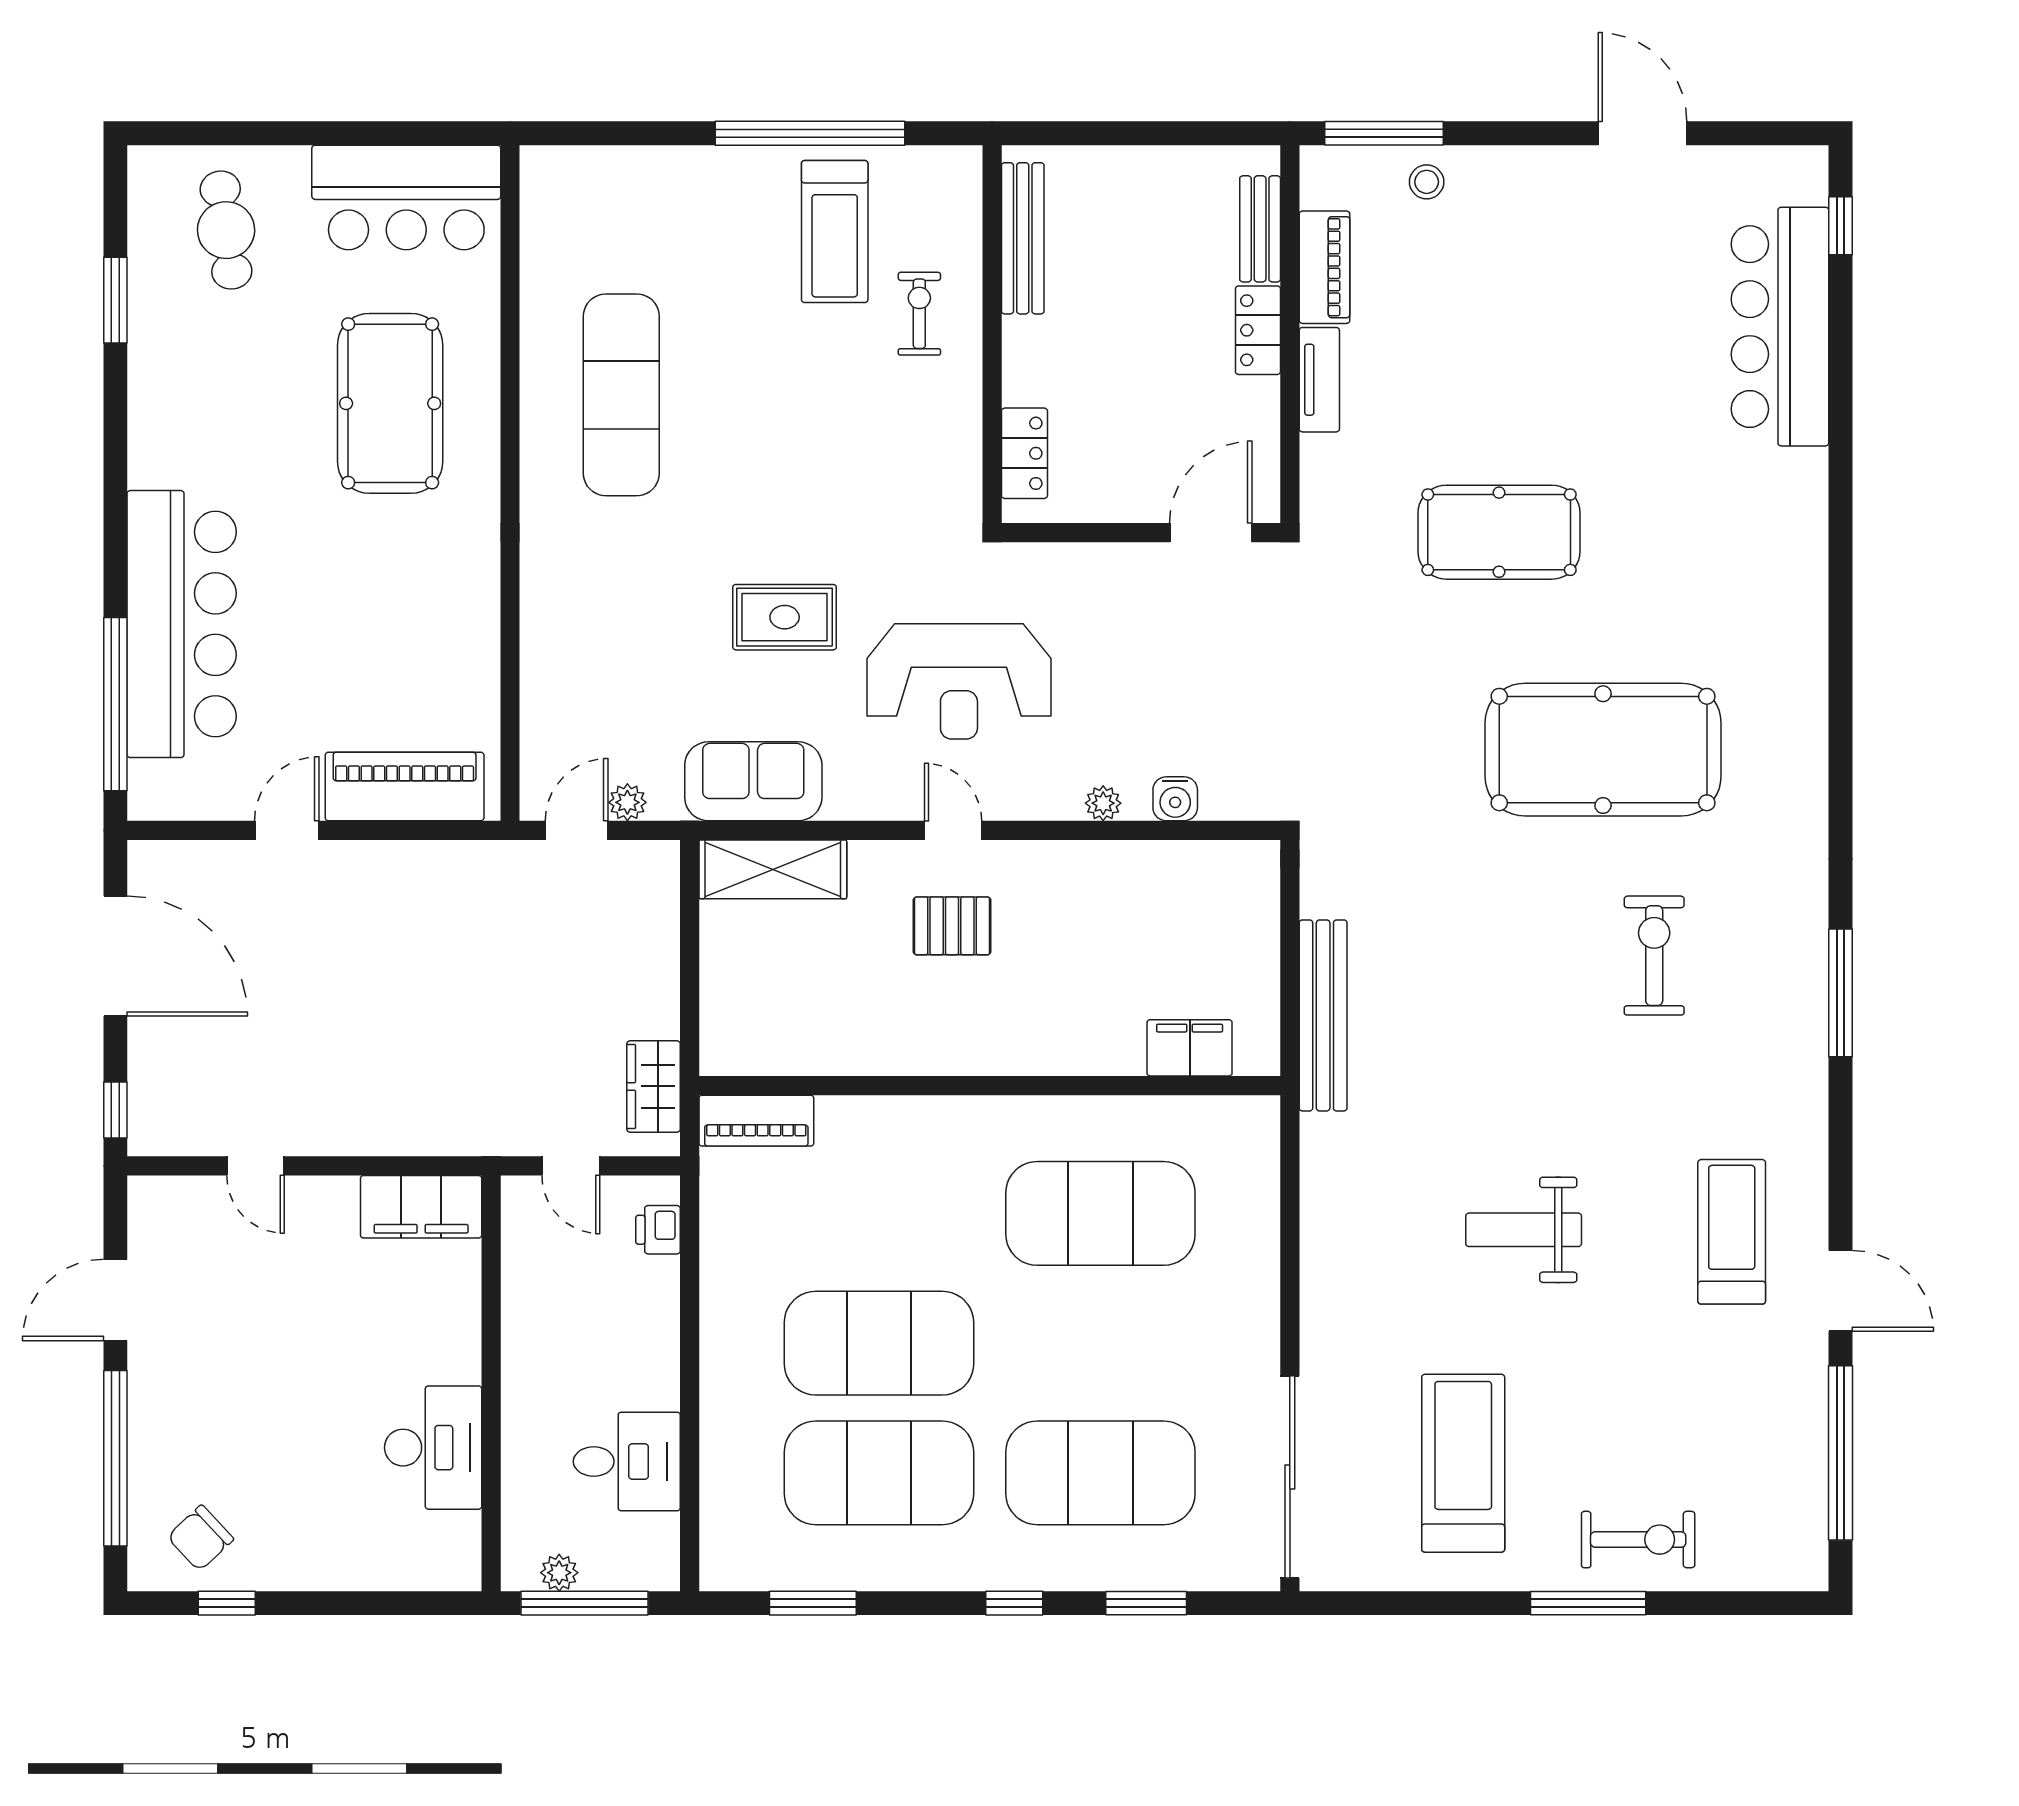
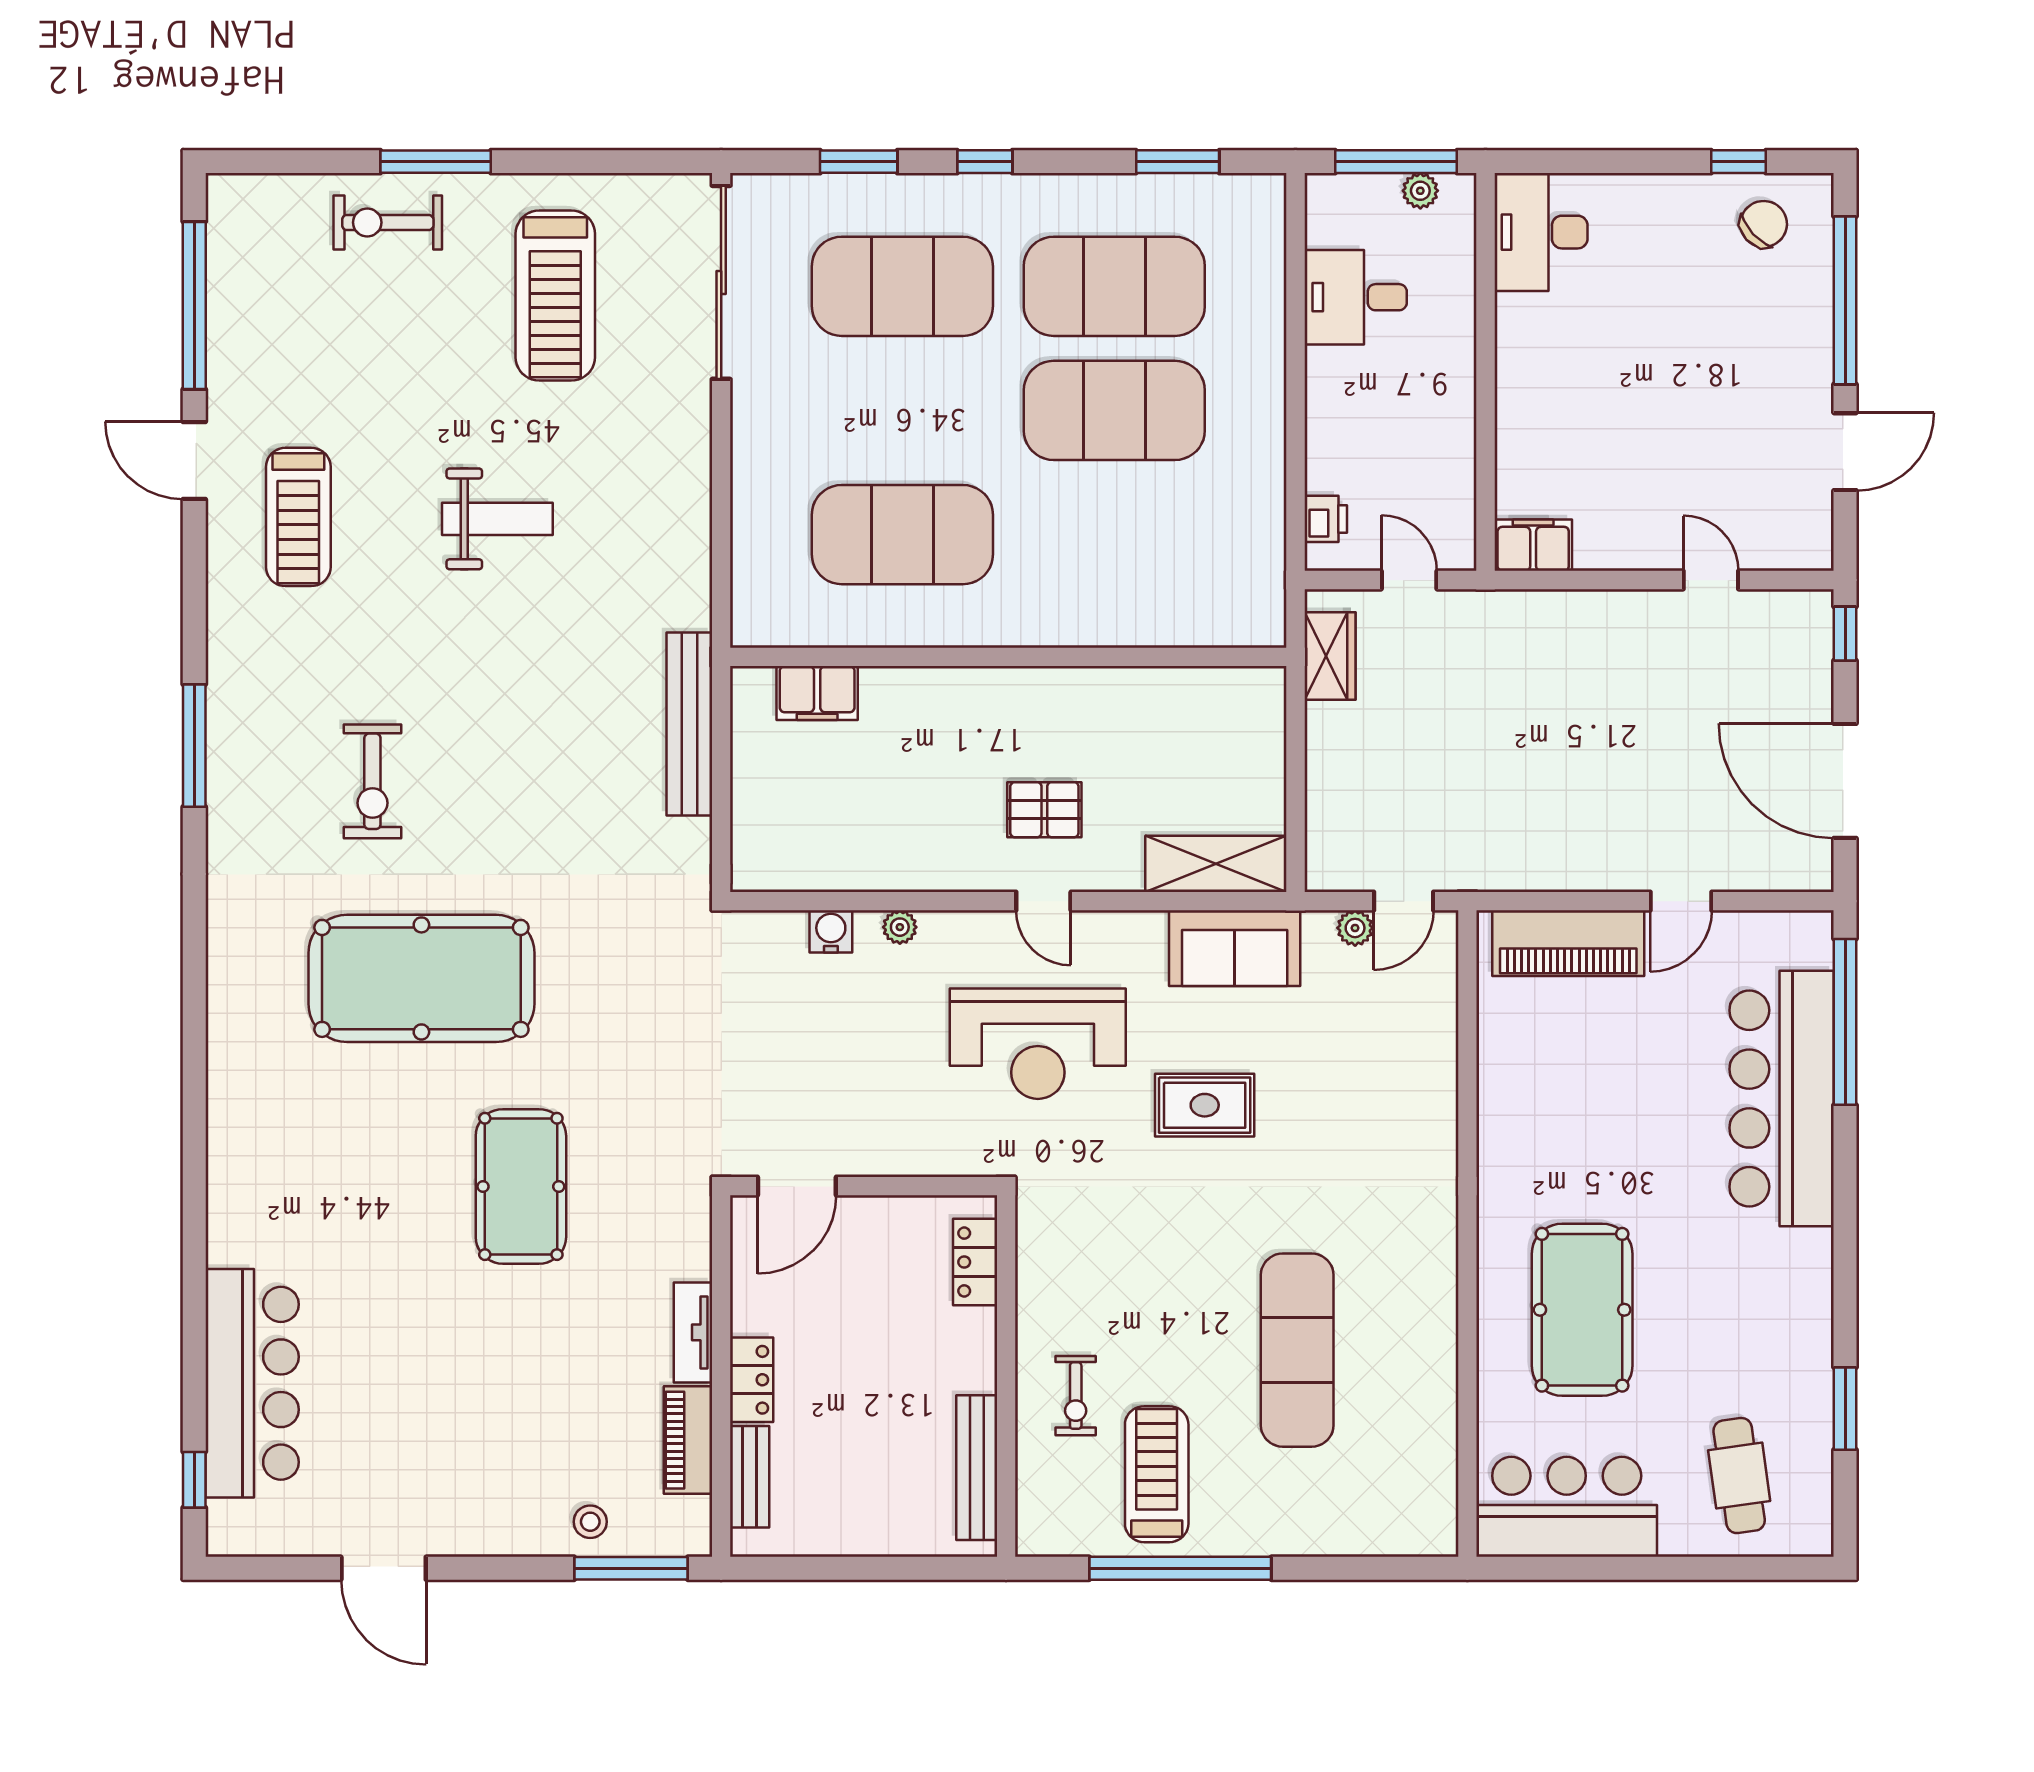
exercise mat: (621, 395) -> (1297, 1350), moved
pool table: (1499, 532) -> (521, 1186), turned 90
reception desk: (959, 681) -> (1038, 1044), turned 180
piano: (756, 1121) -> (1232, 623), removed
filing cabinet: (421, 1207) -> (1533, 545), width x0.67, depth x0.86
desk: (433, 1448) -> (1541, 232), moved

